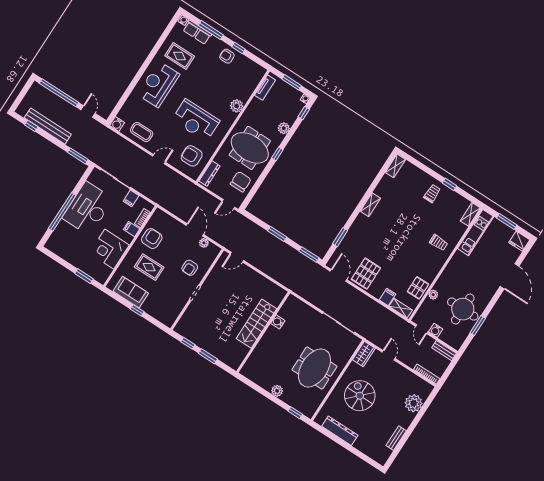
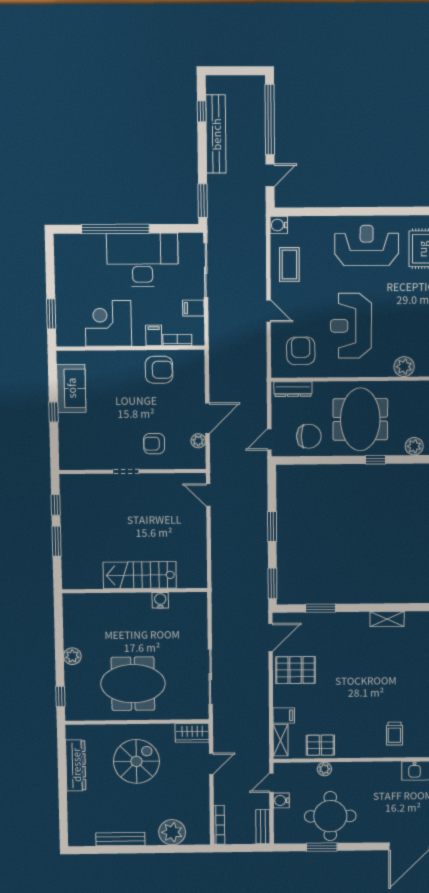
door: (228, 204) -> (269, 439), hinge flipped
rug: (149, 267) -> (120, 391), removed
bench: (396, 438) -> (120, 839), width x1.36

